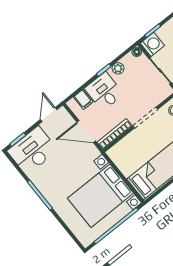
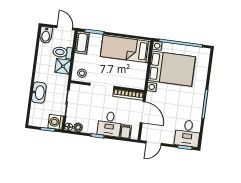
plant: (118, 68) -> (78, 127), moved
desk: (33, 151) -> (188, 133), width x0.73

